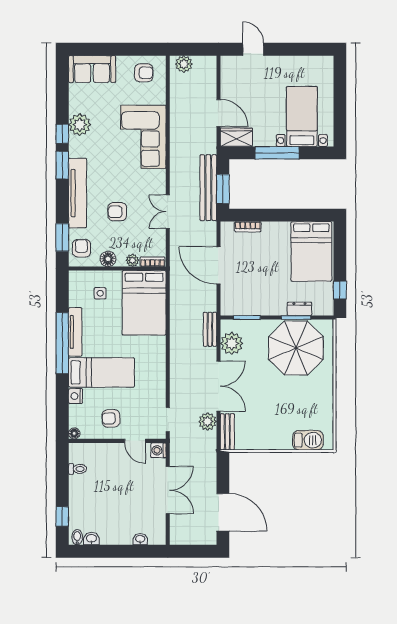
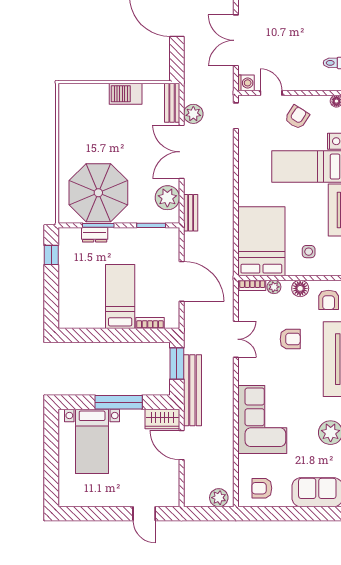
bench: (208, 188) -> (192, 390), moved
bed: (311, 251) -> (120, 296), moved, width x0.67
armchair: (111, 418) -> (297, 117), turned -54
barbecue: (308, 440) -> (126, 94), moved

